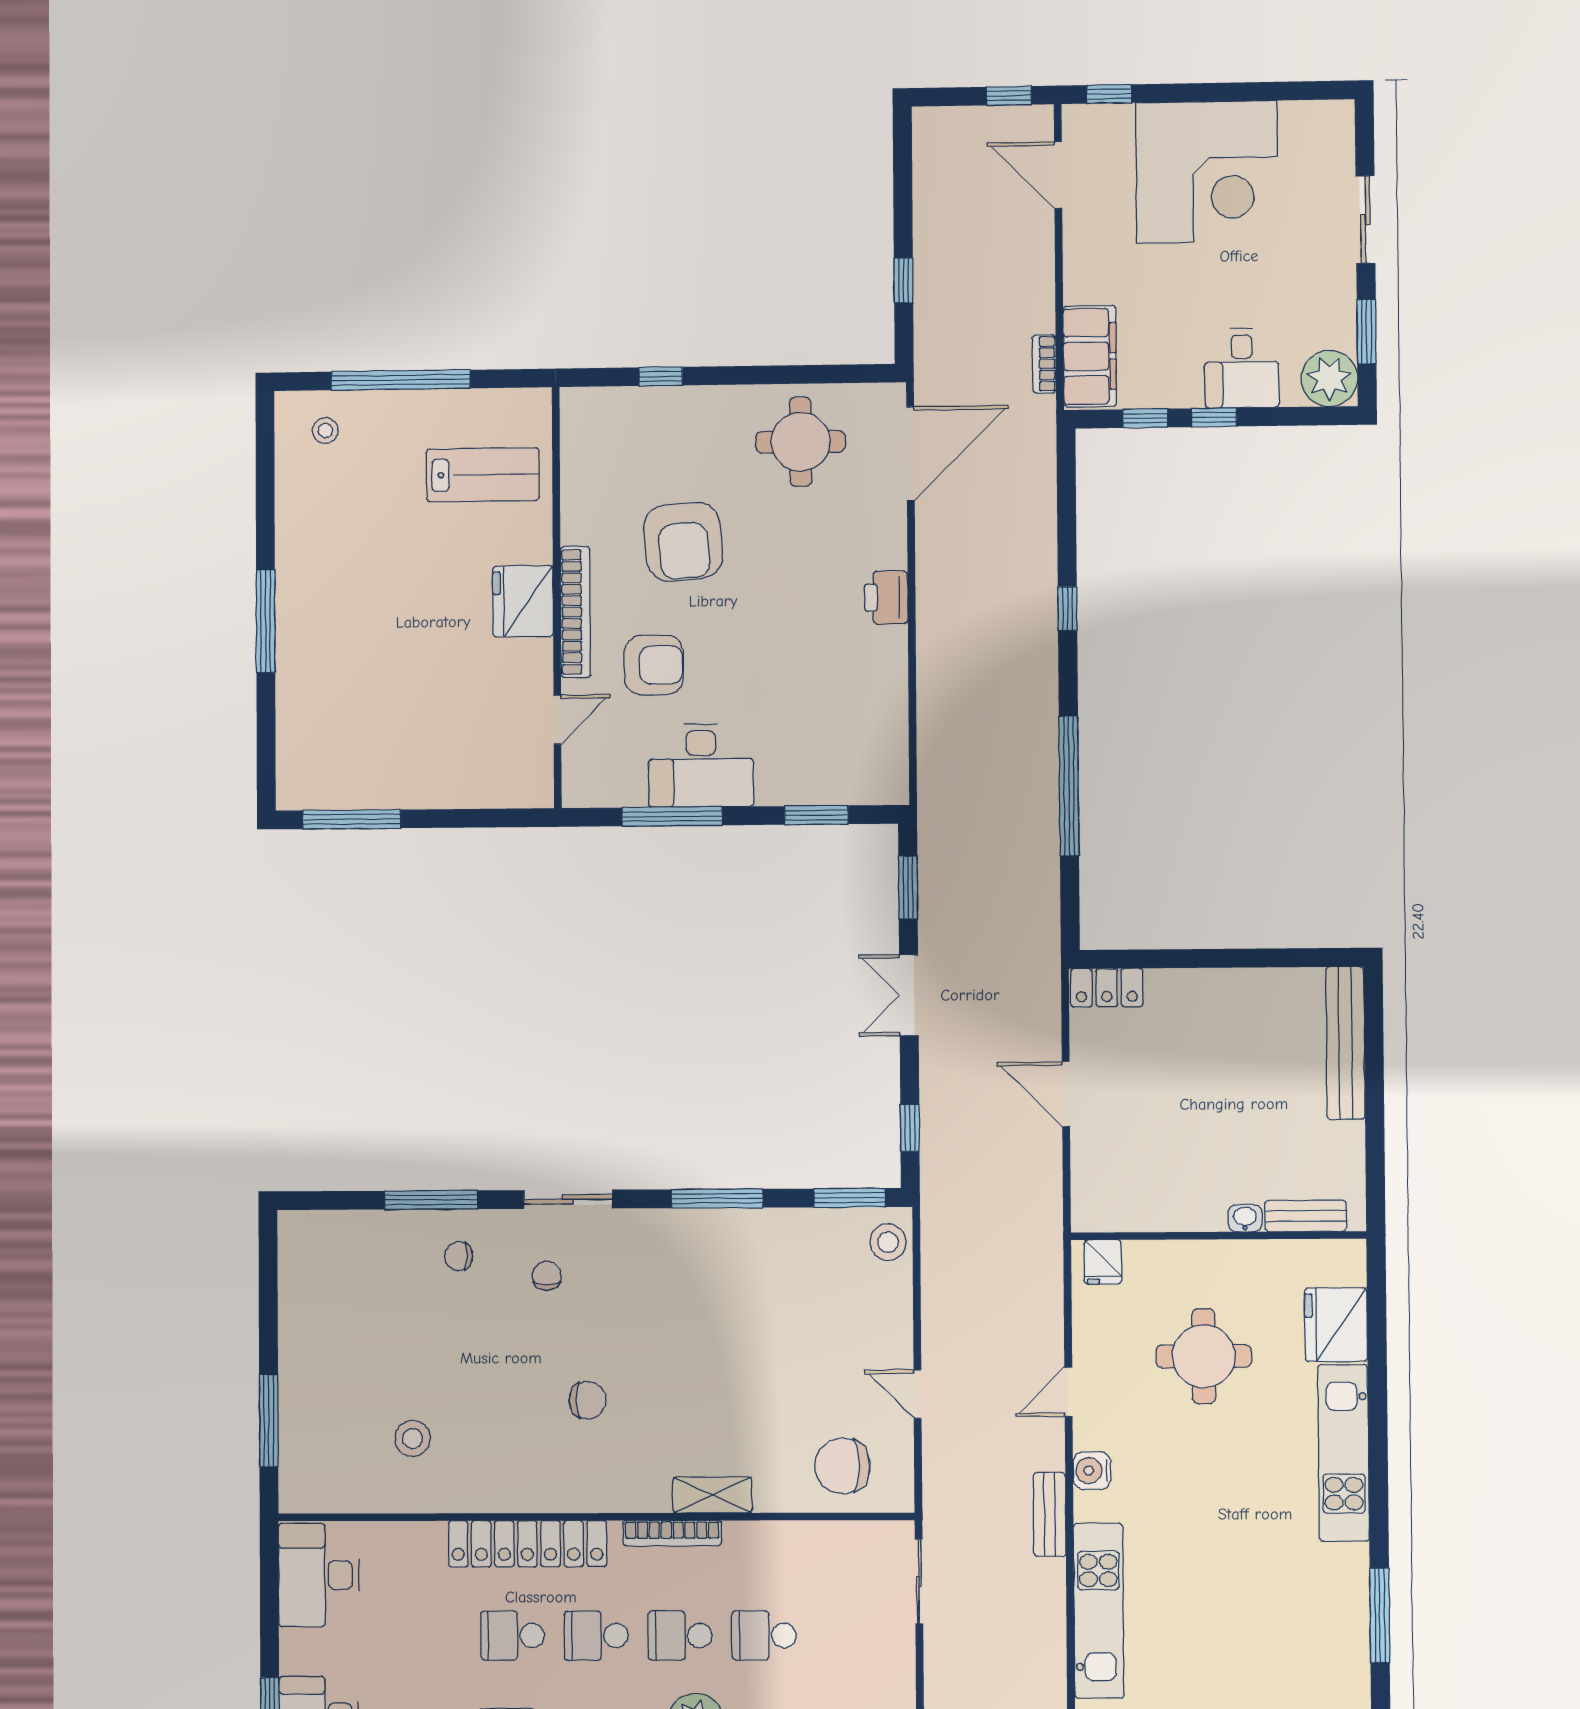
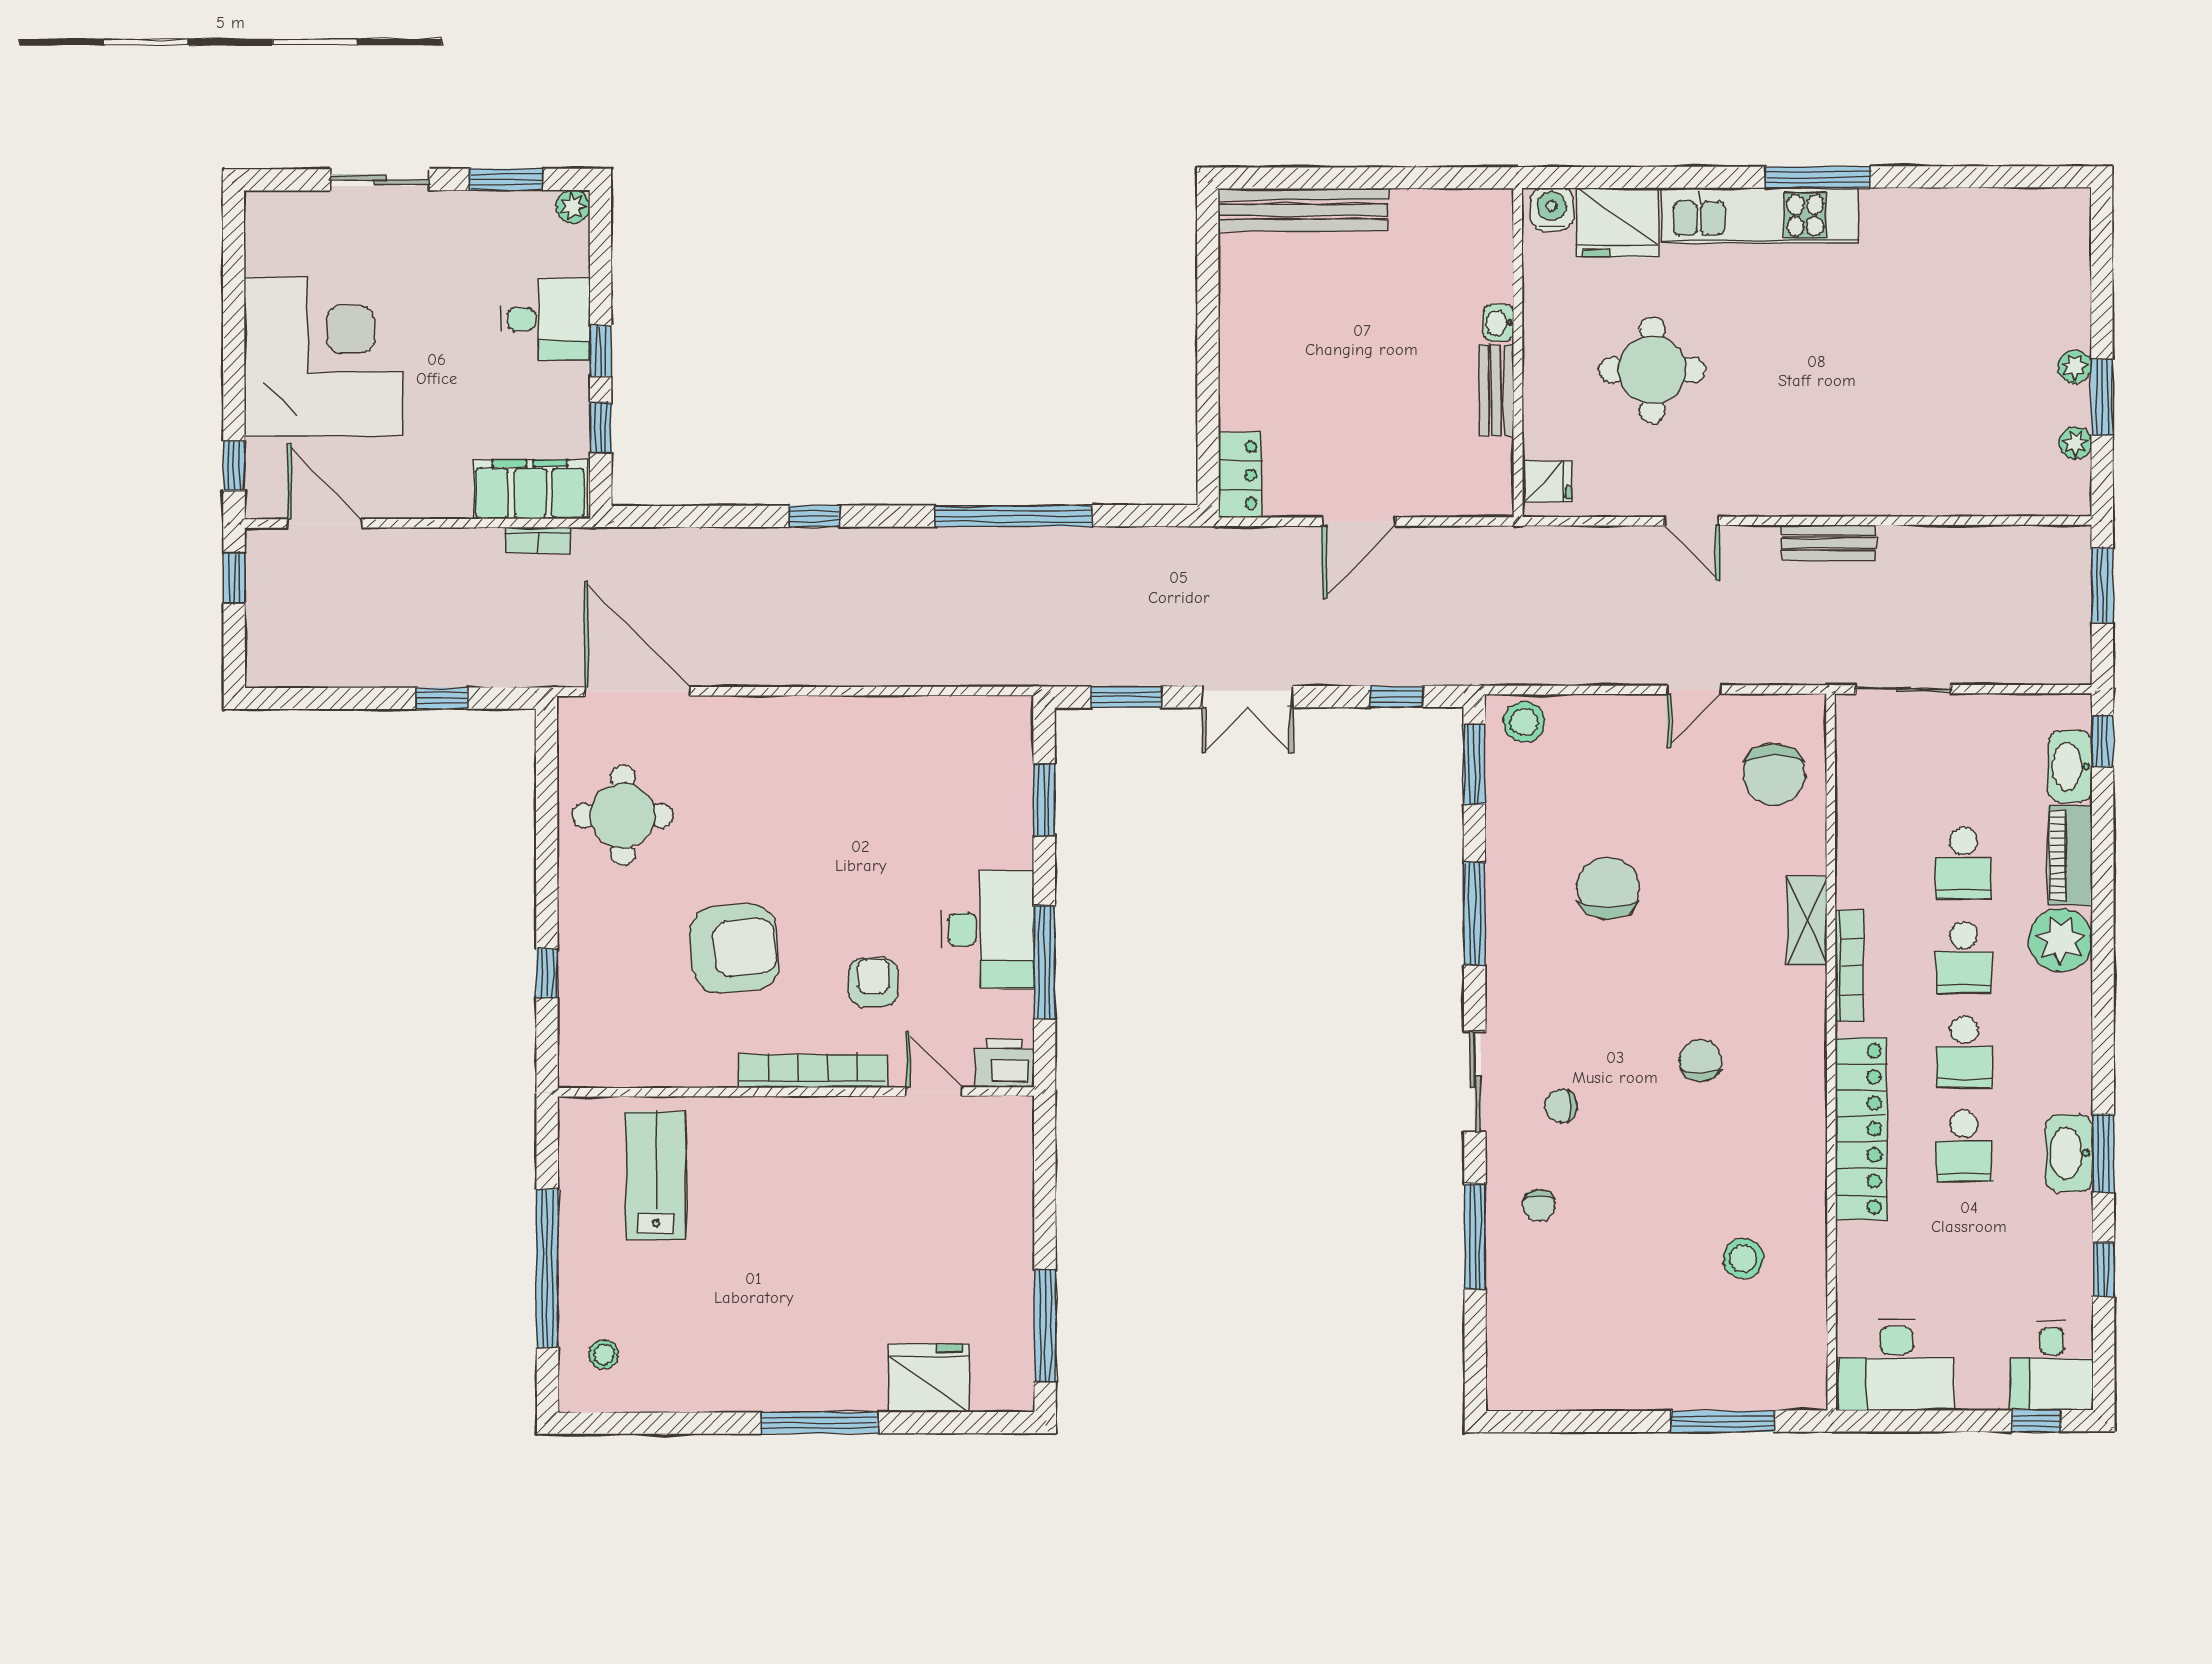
door: (1058, 175) -> (325, 523), swing flipped
plant: (1329, 378) -> (573, 207), width x0.53, depth x0.53
printer: (886, 598) -> (1005, 1063), moved, turned 180
fridge: (523, 601) -> (929, 1378), moved, turned 180
armchair: (654, 665) -> (873, 982), width x0.72, depth x0.72
bench: (1306, 1216) -> (1496, 390), moved
chair: (740, 1317) -> (1608, 888), added
water cooler: (1092, 1470) -> (1552, 209), moved, turned 180
kitchen unit: (1099, 1611) -> (1936, 489), removed
window: (1380, 1616) -> (1818, 177), moved

